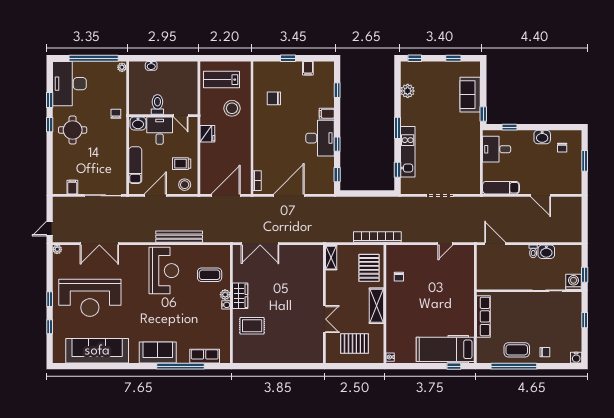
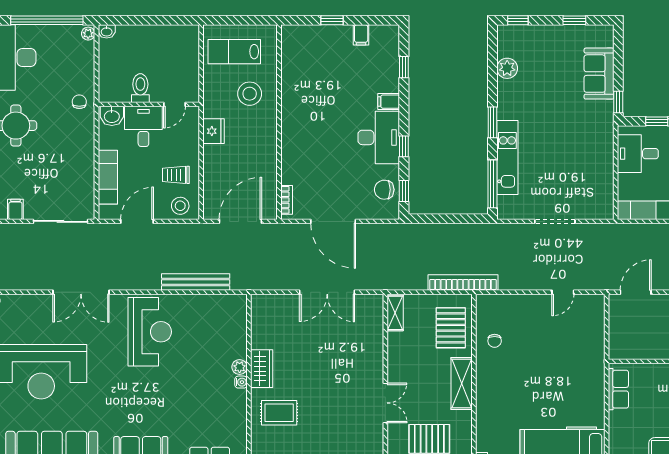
washbasin: (151, 66) -> (107, 31), moved
chair: (274, 98) -> (384, 190), moved
door: (181, 116) -> (175, 104), hinge flipped
window: (397, 170) -> (492, 184), width x2.17
door: (289, 195) -> (333, 221), swing flipped
bench: (179, 237) -> (196, 282), moved
double door: (99, 244) -> (81, 292), moved
double door: (260, 244) -> (327, 292), moved
door: (495, 244) -> (636, 292), hinge flipped
coffee table: (210, 275) -> (217, 338), removed
row of seats: (483, 316) -> (618, 389), width x0.68

